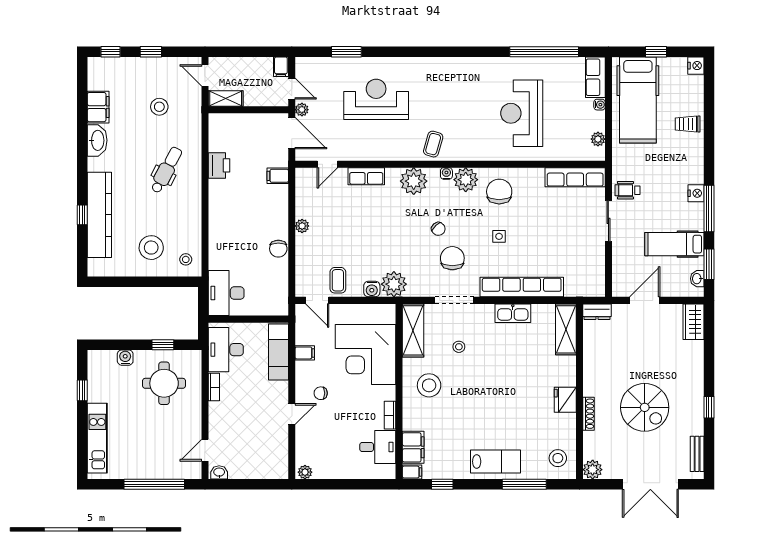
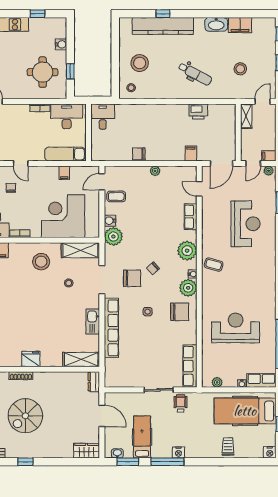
plant: (302, 110) -> (269, 171), moved
desk: (226, 293) -> (103, 117), width x0.73
chair: (321, 393) -> (11, 188), moved

